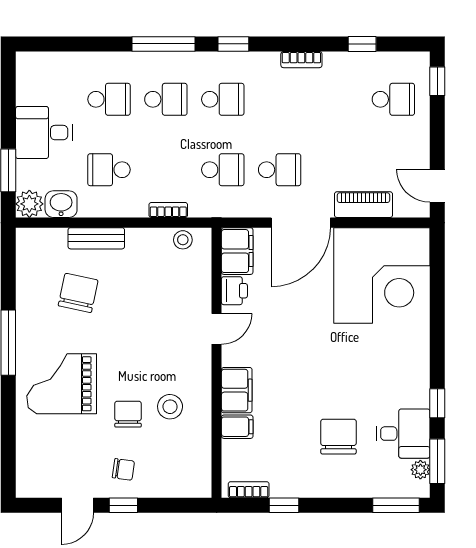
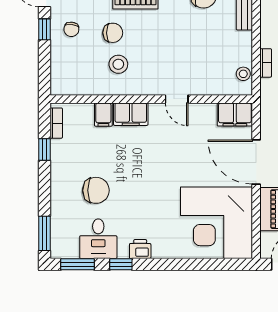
printer: (234, 291) -> (140, 249), moved, turned 180
plant: (420, 470) -> (71, 252), removed

